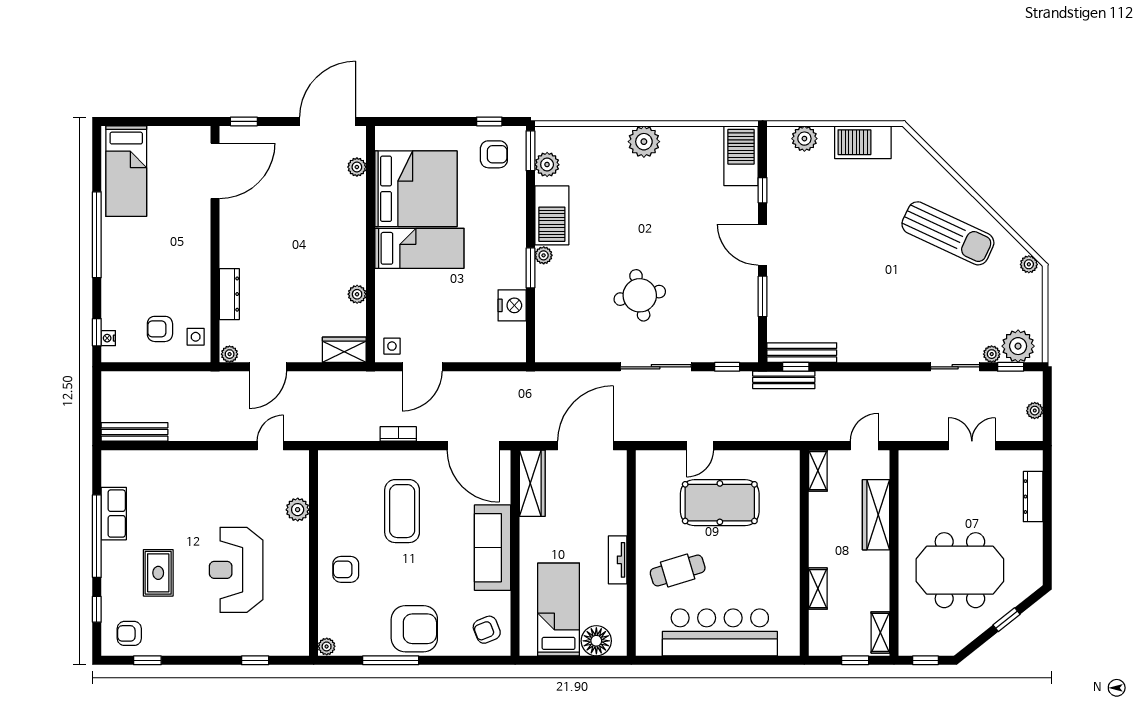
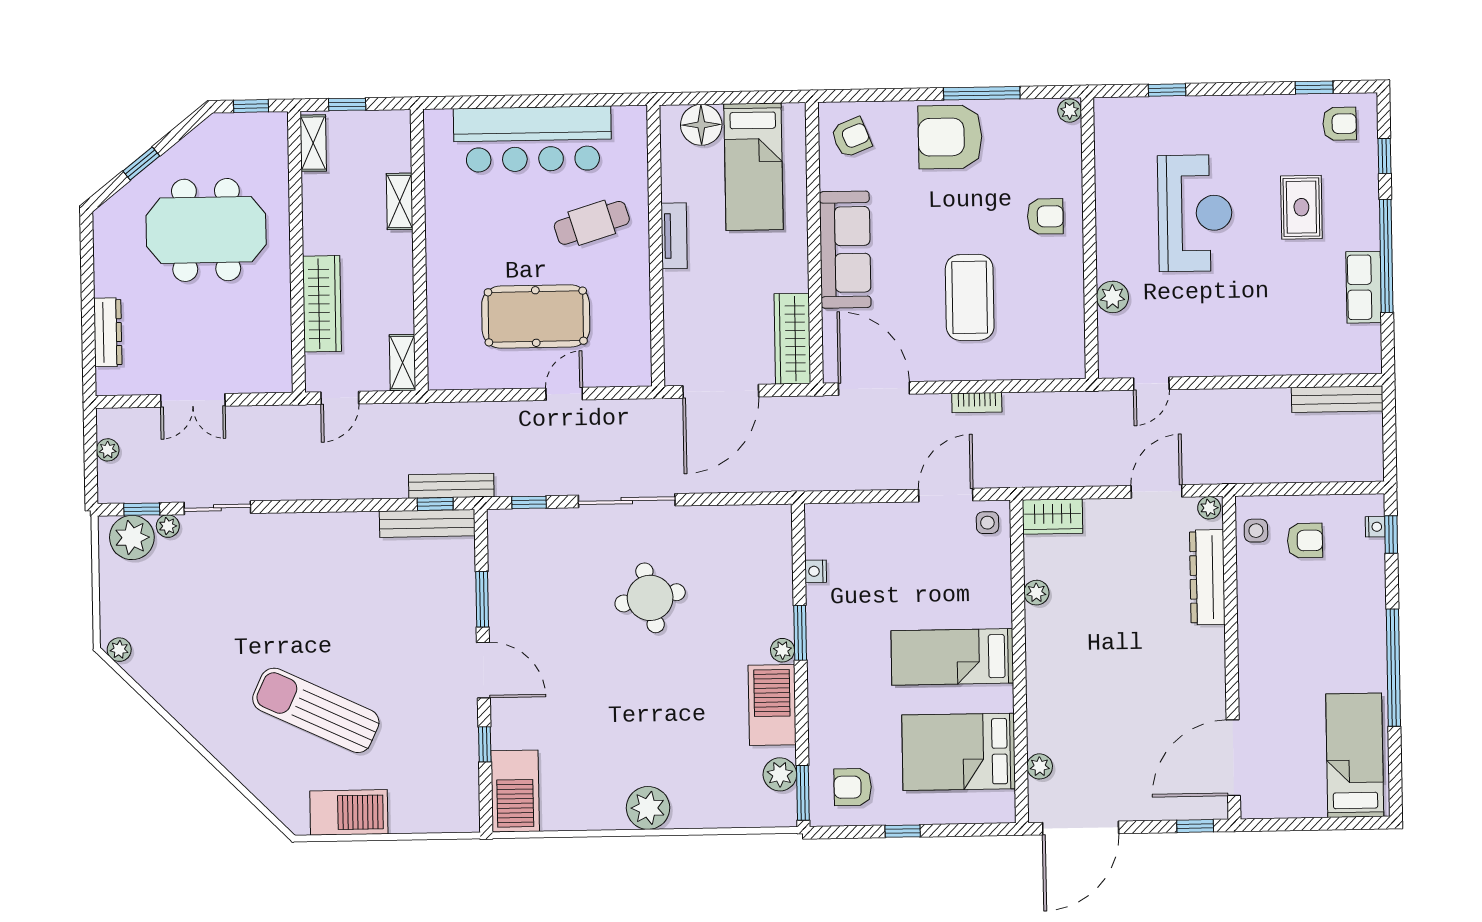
window: (489, 121) -> (903, 831), moved
plant: (804, 139) -> (429, 816), removed
bed: (416, 189) -> (959, 752), width x0.73
sun lounger: (948, 233) -> (316, 710), moved
dresser: (229, 294) -> (1207, 577), width x1.37, depth x1.24
nightstand: (512, 305) -> (816, 571), width x0.53, depth x0.56

